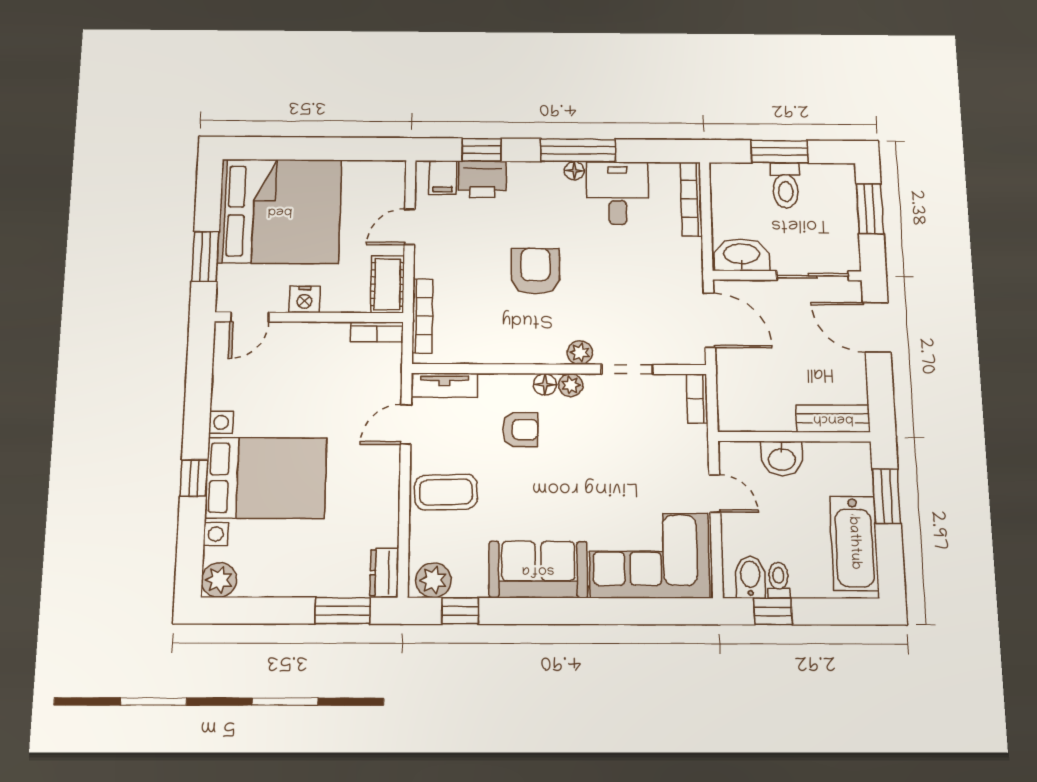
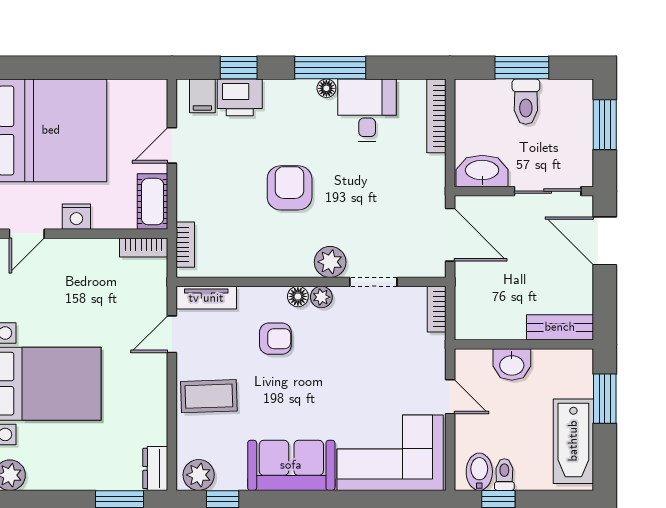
bookcase: (422, 316) -> (185, 245), width x0.64
plant: (580, 353) -> (330, 262), width x1.38, depth x1.38

